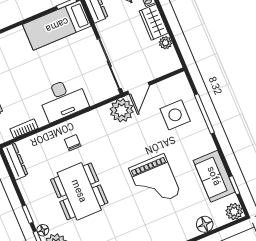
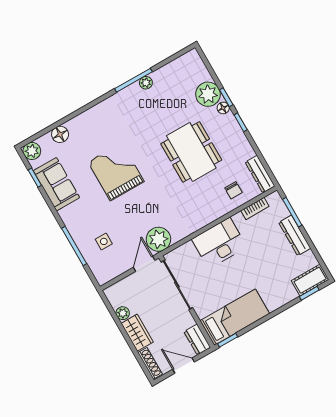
side table: (175, 115) -> (104, 241), width x0.54, depth x0.54
chair: (73, 143) -> (233, 190), moved

